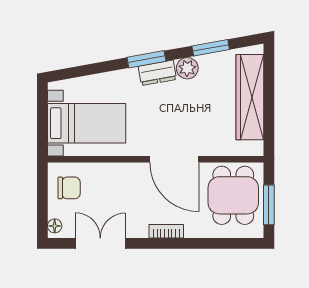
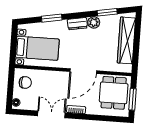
window: (146, 59) -> (52, 18), moved
door: (174, 159) -> (83, 71), hinge flipped
double door: (100, 243) -> (51, 114), moved

